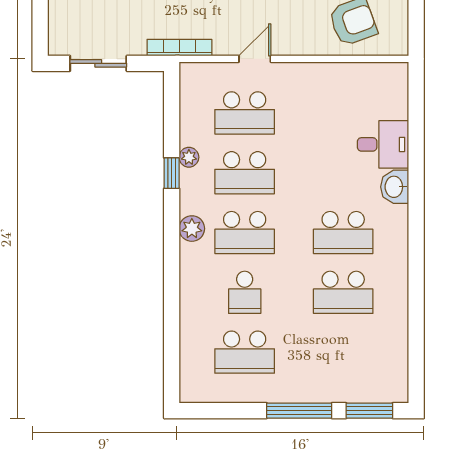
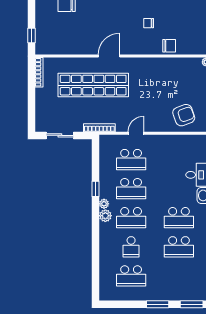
plant: (189, 157) -> (104, 204), moved
window: (299, 411) -> (158, 304), width x0.69

